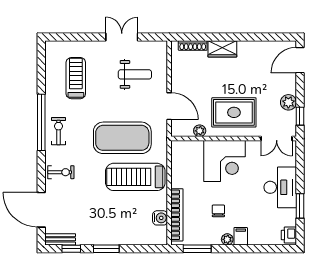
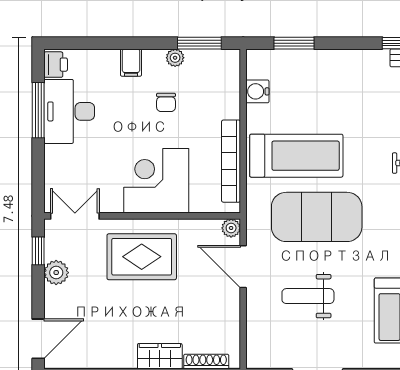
weight bench: (135, 74) -> (308, 296), moved
plant: (200, 131) -> (231, 228), moved
desk: (280, 187) -> (69, 111), moved
window: (300, 206) -> (38, 110), width x1.44
bookcase: (177, 215) -> (231, 161), moved
plant: (227, 239) -> (175, 58), moved
window: (106, 249) -> (294, 43), moved

